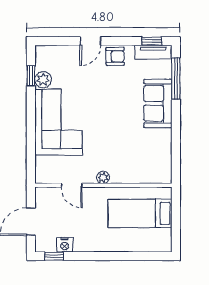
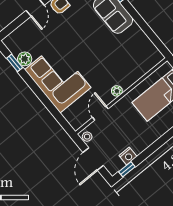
door: (72, 185) -> (100, 113), swing flipped
stool: (42, 197) -> (87, 137), added

